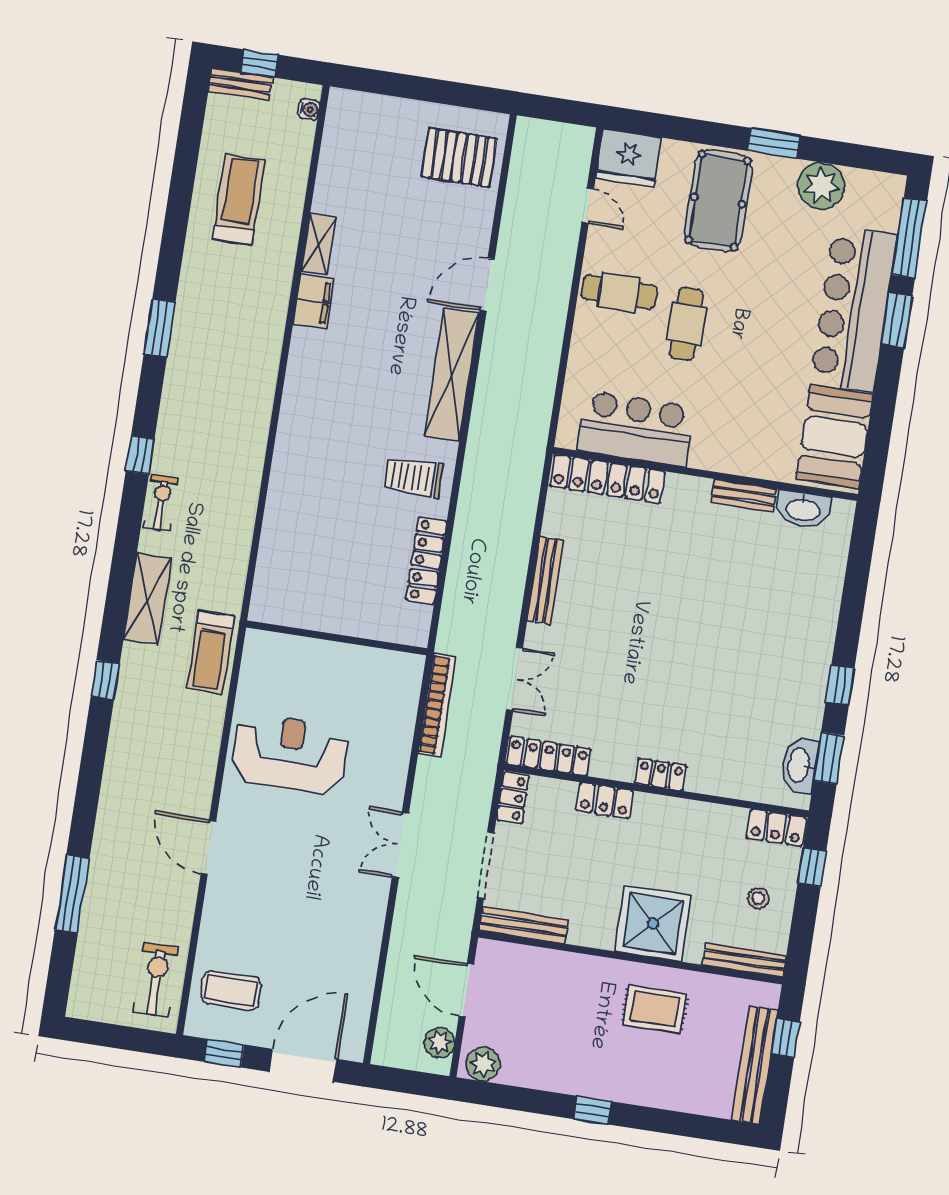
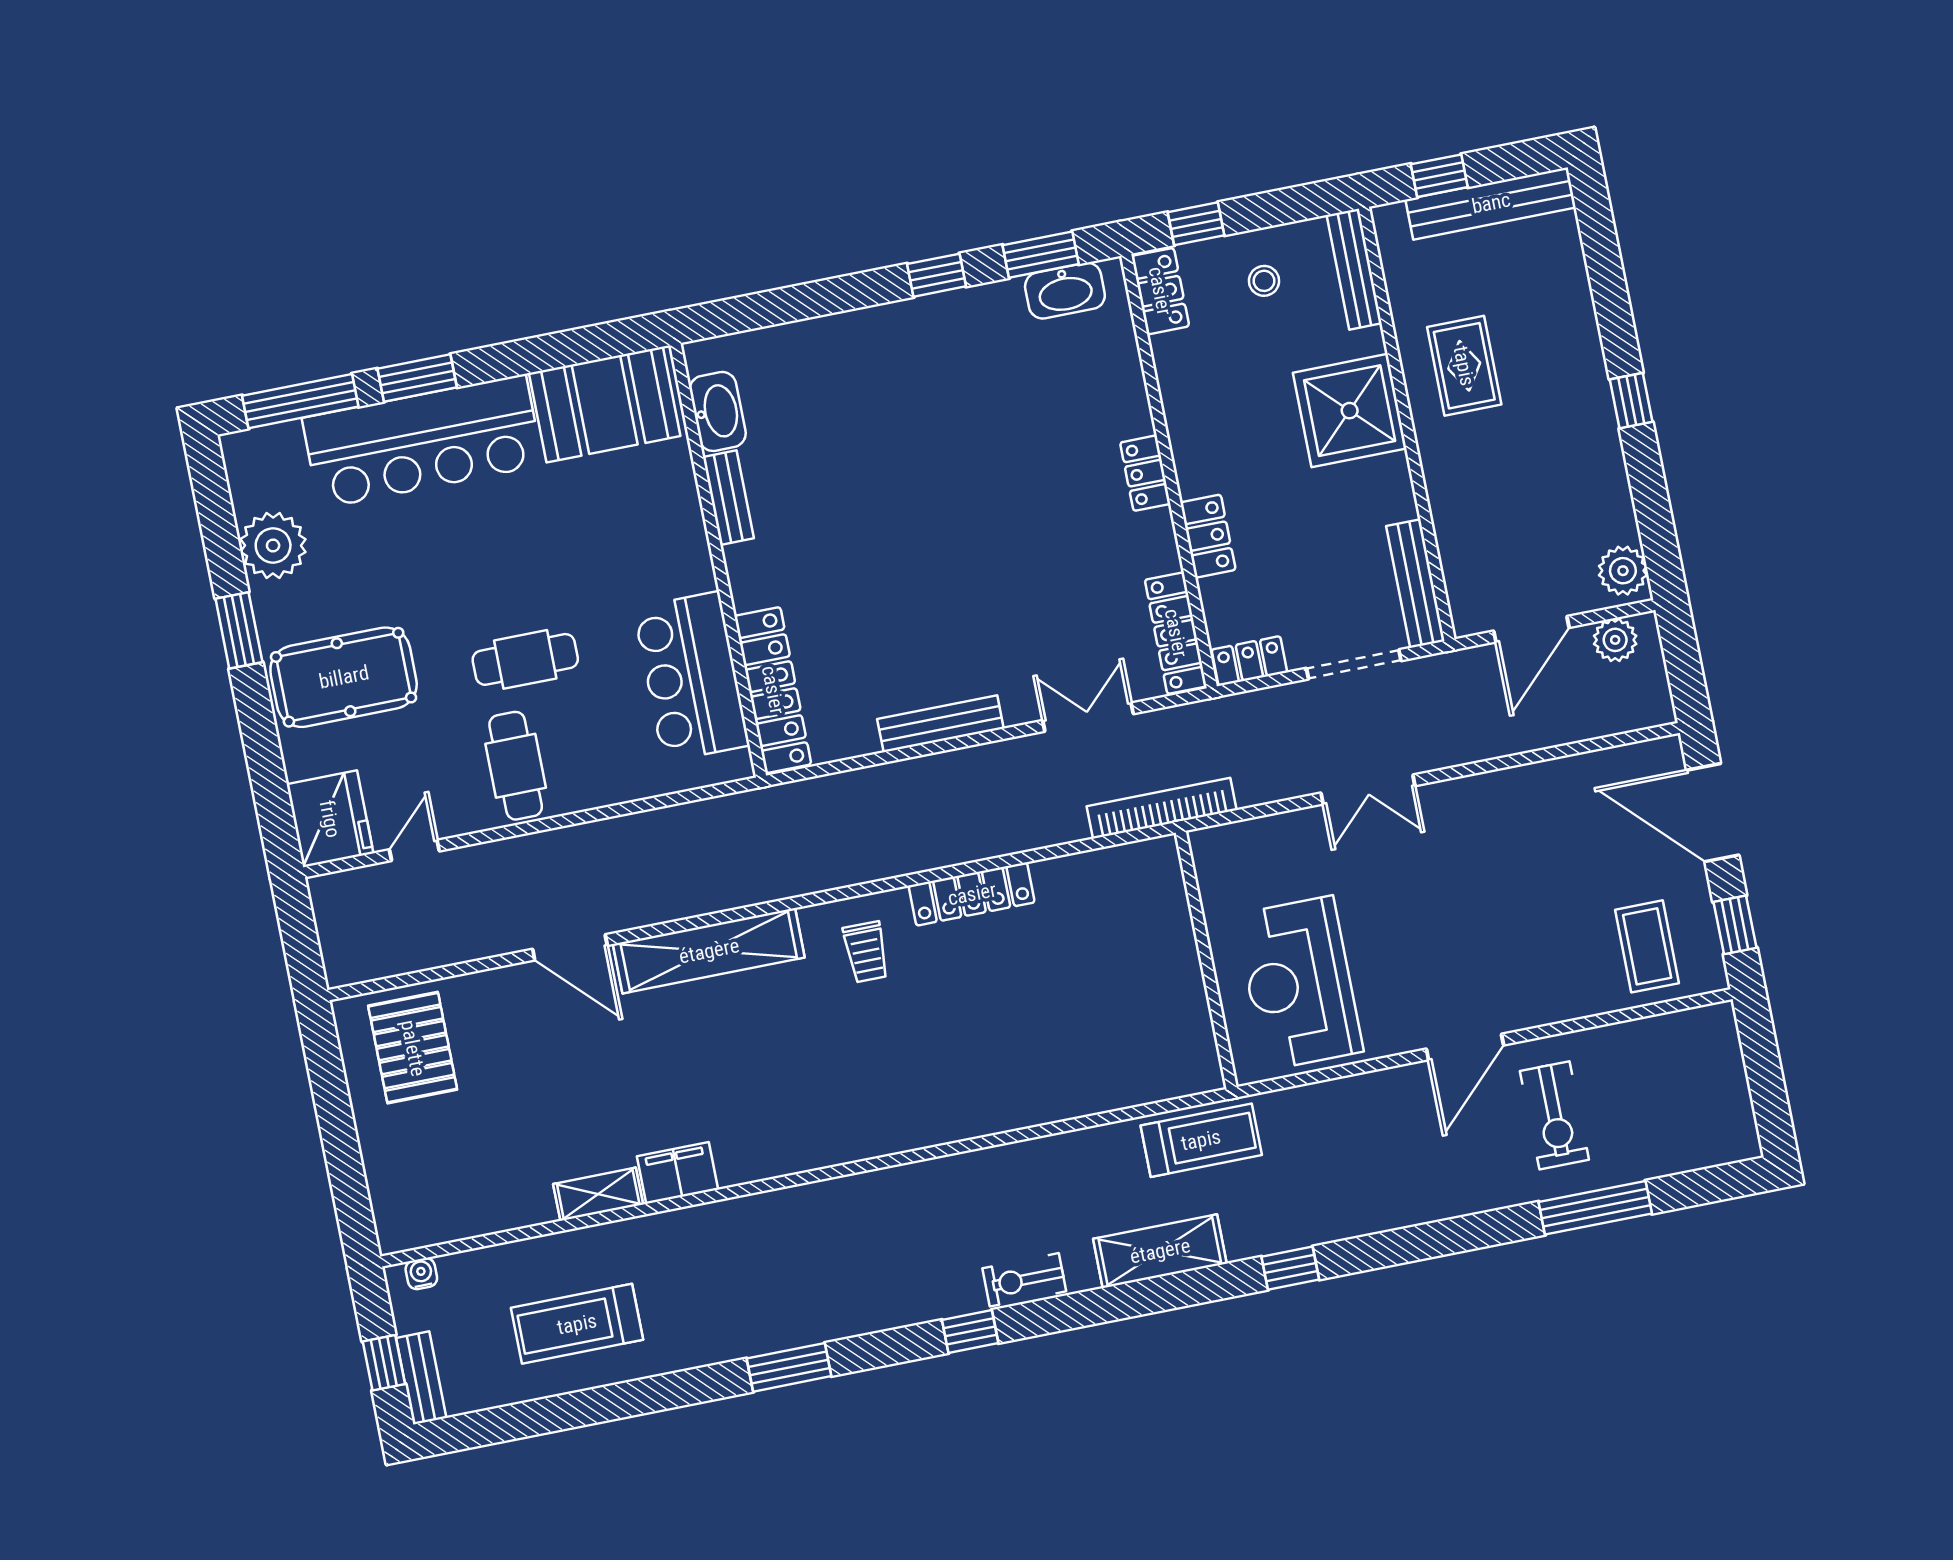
trolley: (414, 477) -> (866, 952), width x0.73, depth x0.72
wall: (337, 638) -> (1206, 960), moved
exercise bike: (156, 980) -> (1554, 1115), moved, turned -90

